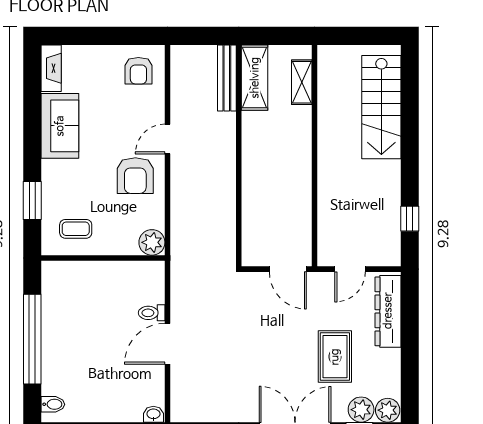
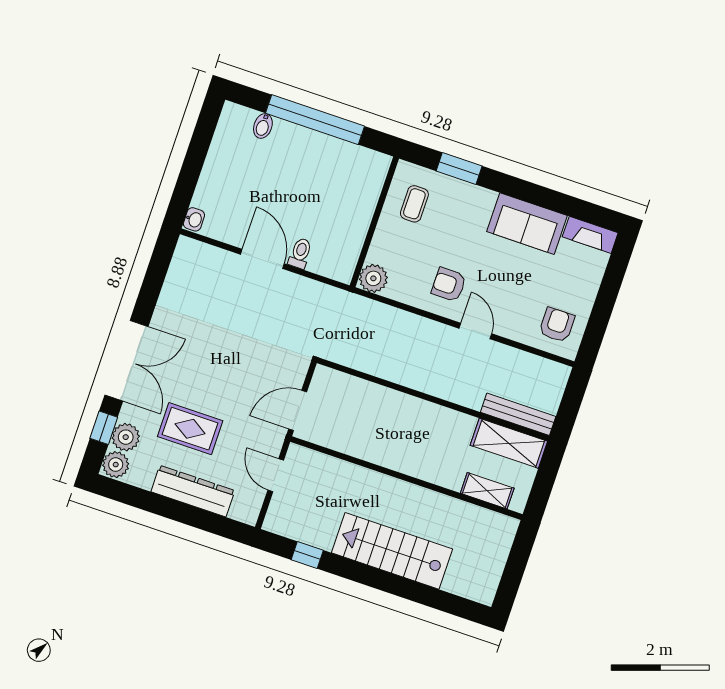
armchair: (138, 71) -> (557, 325), turned 90
stairs: (381, 107) -> (392, 551), moved
armchair: (135, 176) -> (449, 285), width x0.72, depth x0.72
dresser: (388, 311) -> (193, 491), moved
bidet: (53, 404) -> (263, 126), moved

